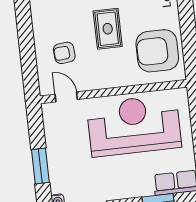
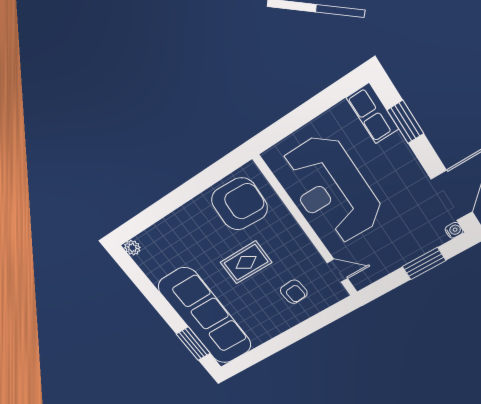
armchair: (157, 51) -> (239, 204), turned -87
door: (66, 97) -> (337, 271), swing flipped

